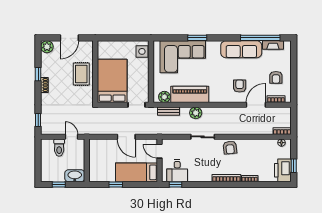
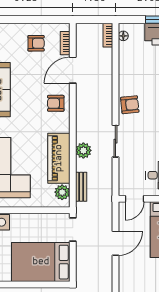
armchair: (240, 86) -> (56, 103), moved
door: (256, 105) -> (73, 70), hinge flipped

